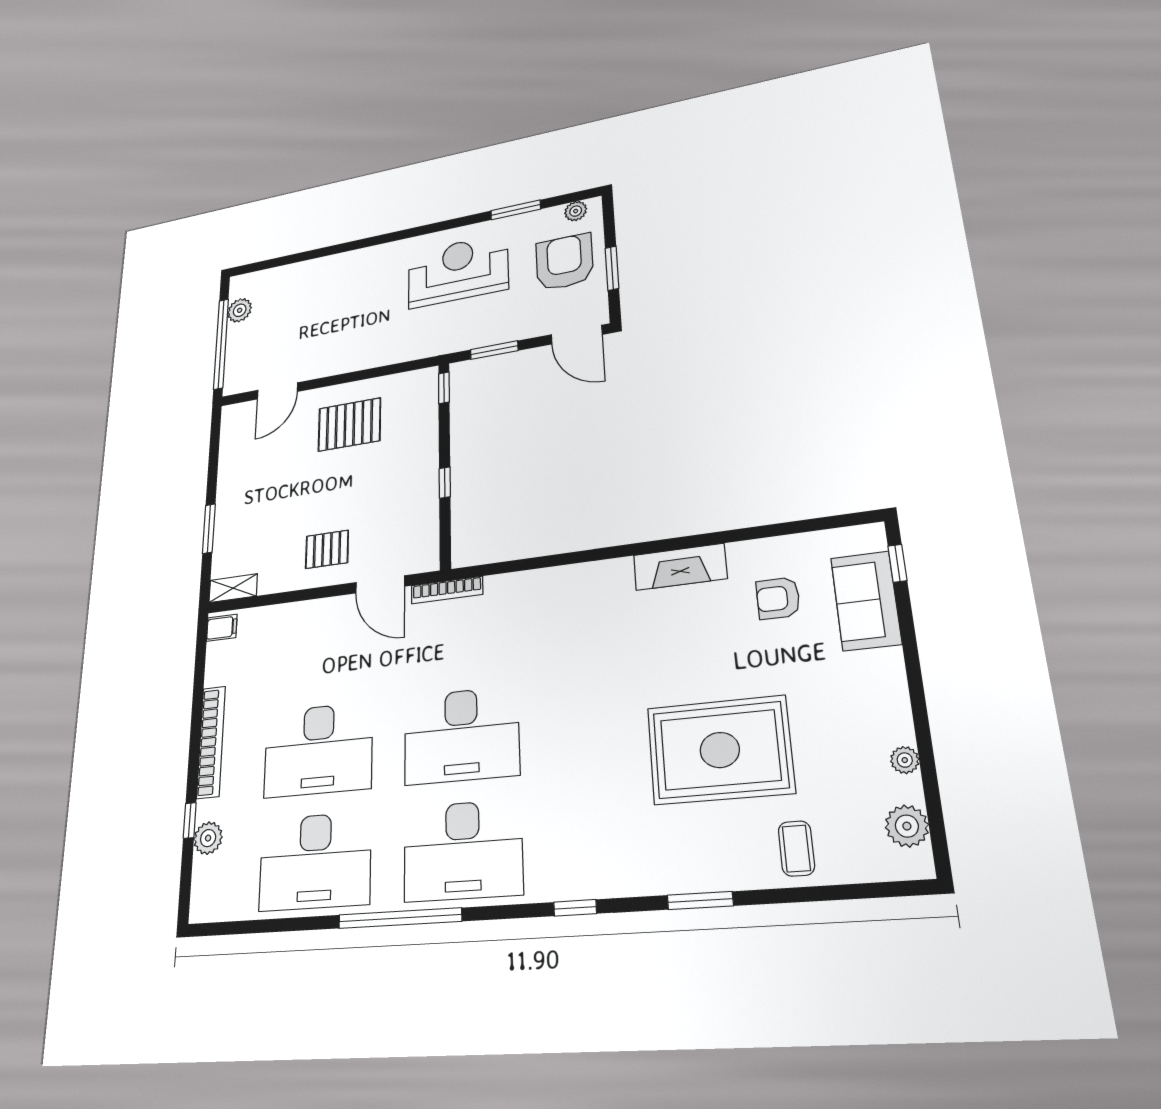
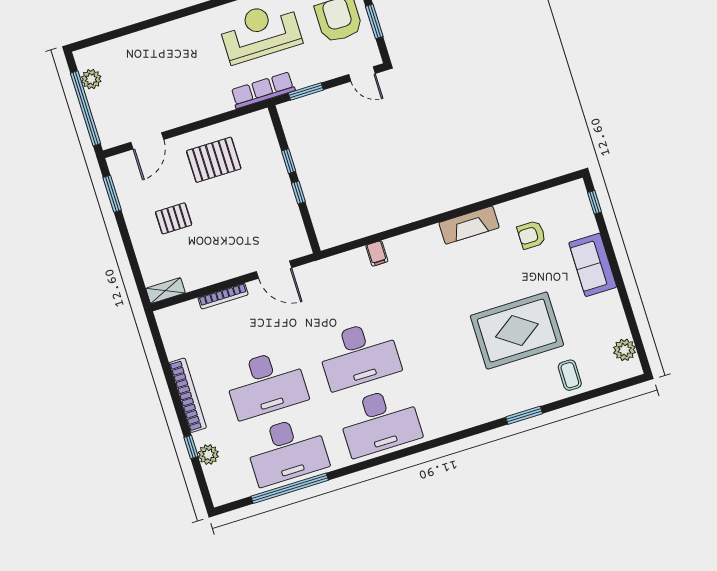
door: (577, 335) -> (362, 74), width x0.73
row of seats: (439, 343) -> (263, 90), added
window: (444, 388) -> (289, 161), moved
window: (209, 529) -> (112, 194), moved
pallet: (327, 549) -> (174, 218), moved
bookcase: (447, 590) -> (223, 296), moved
sofa: (866, 601) -> (593, 265), moved
filing cabinet: (222, 628) -> (377, 253), moved, turned 90
plant: (905, 760) -> (618, 315), removed
window: (575, 908) -> (455, 437), removed
window: (400, 918) -> (290, 488), moved

